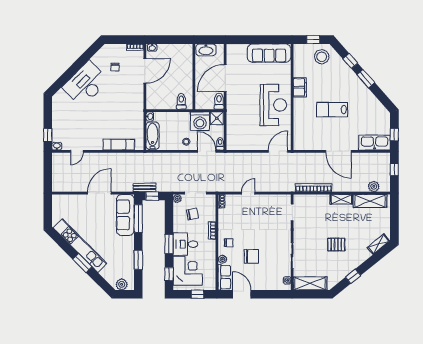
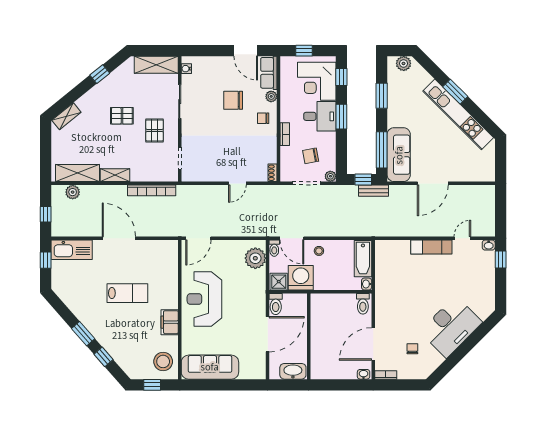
stool: (322, 57) -> (163, 361), moved
toilet: (181, 101) -> (363, 304), moved
plant: (235, 136) -> (255, 258), added
exam couch: (119, 145) -> (431, 247), moved
pallet: (311, 233) -> (155, 130), added

